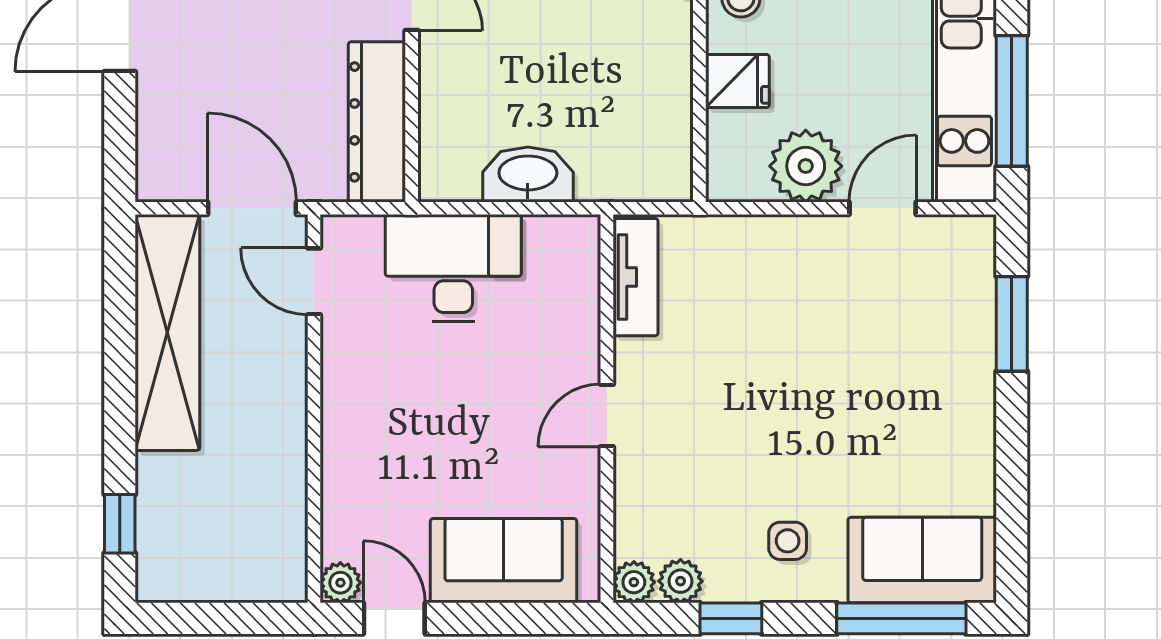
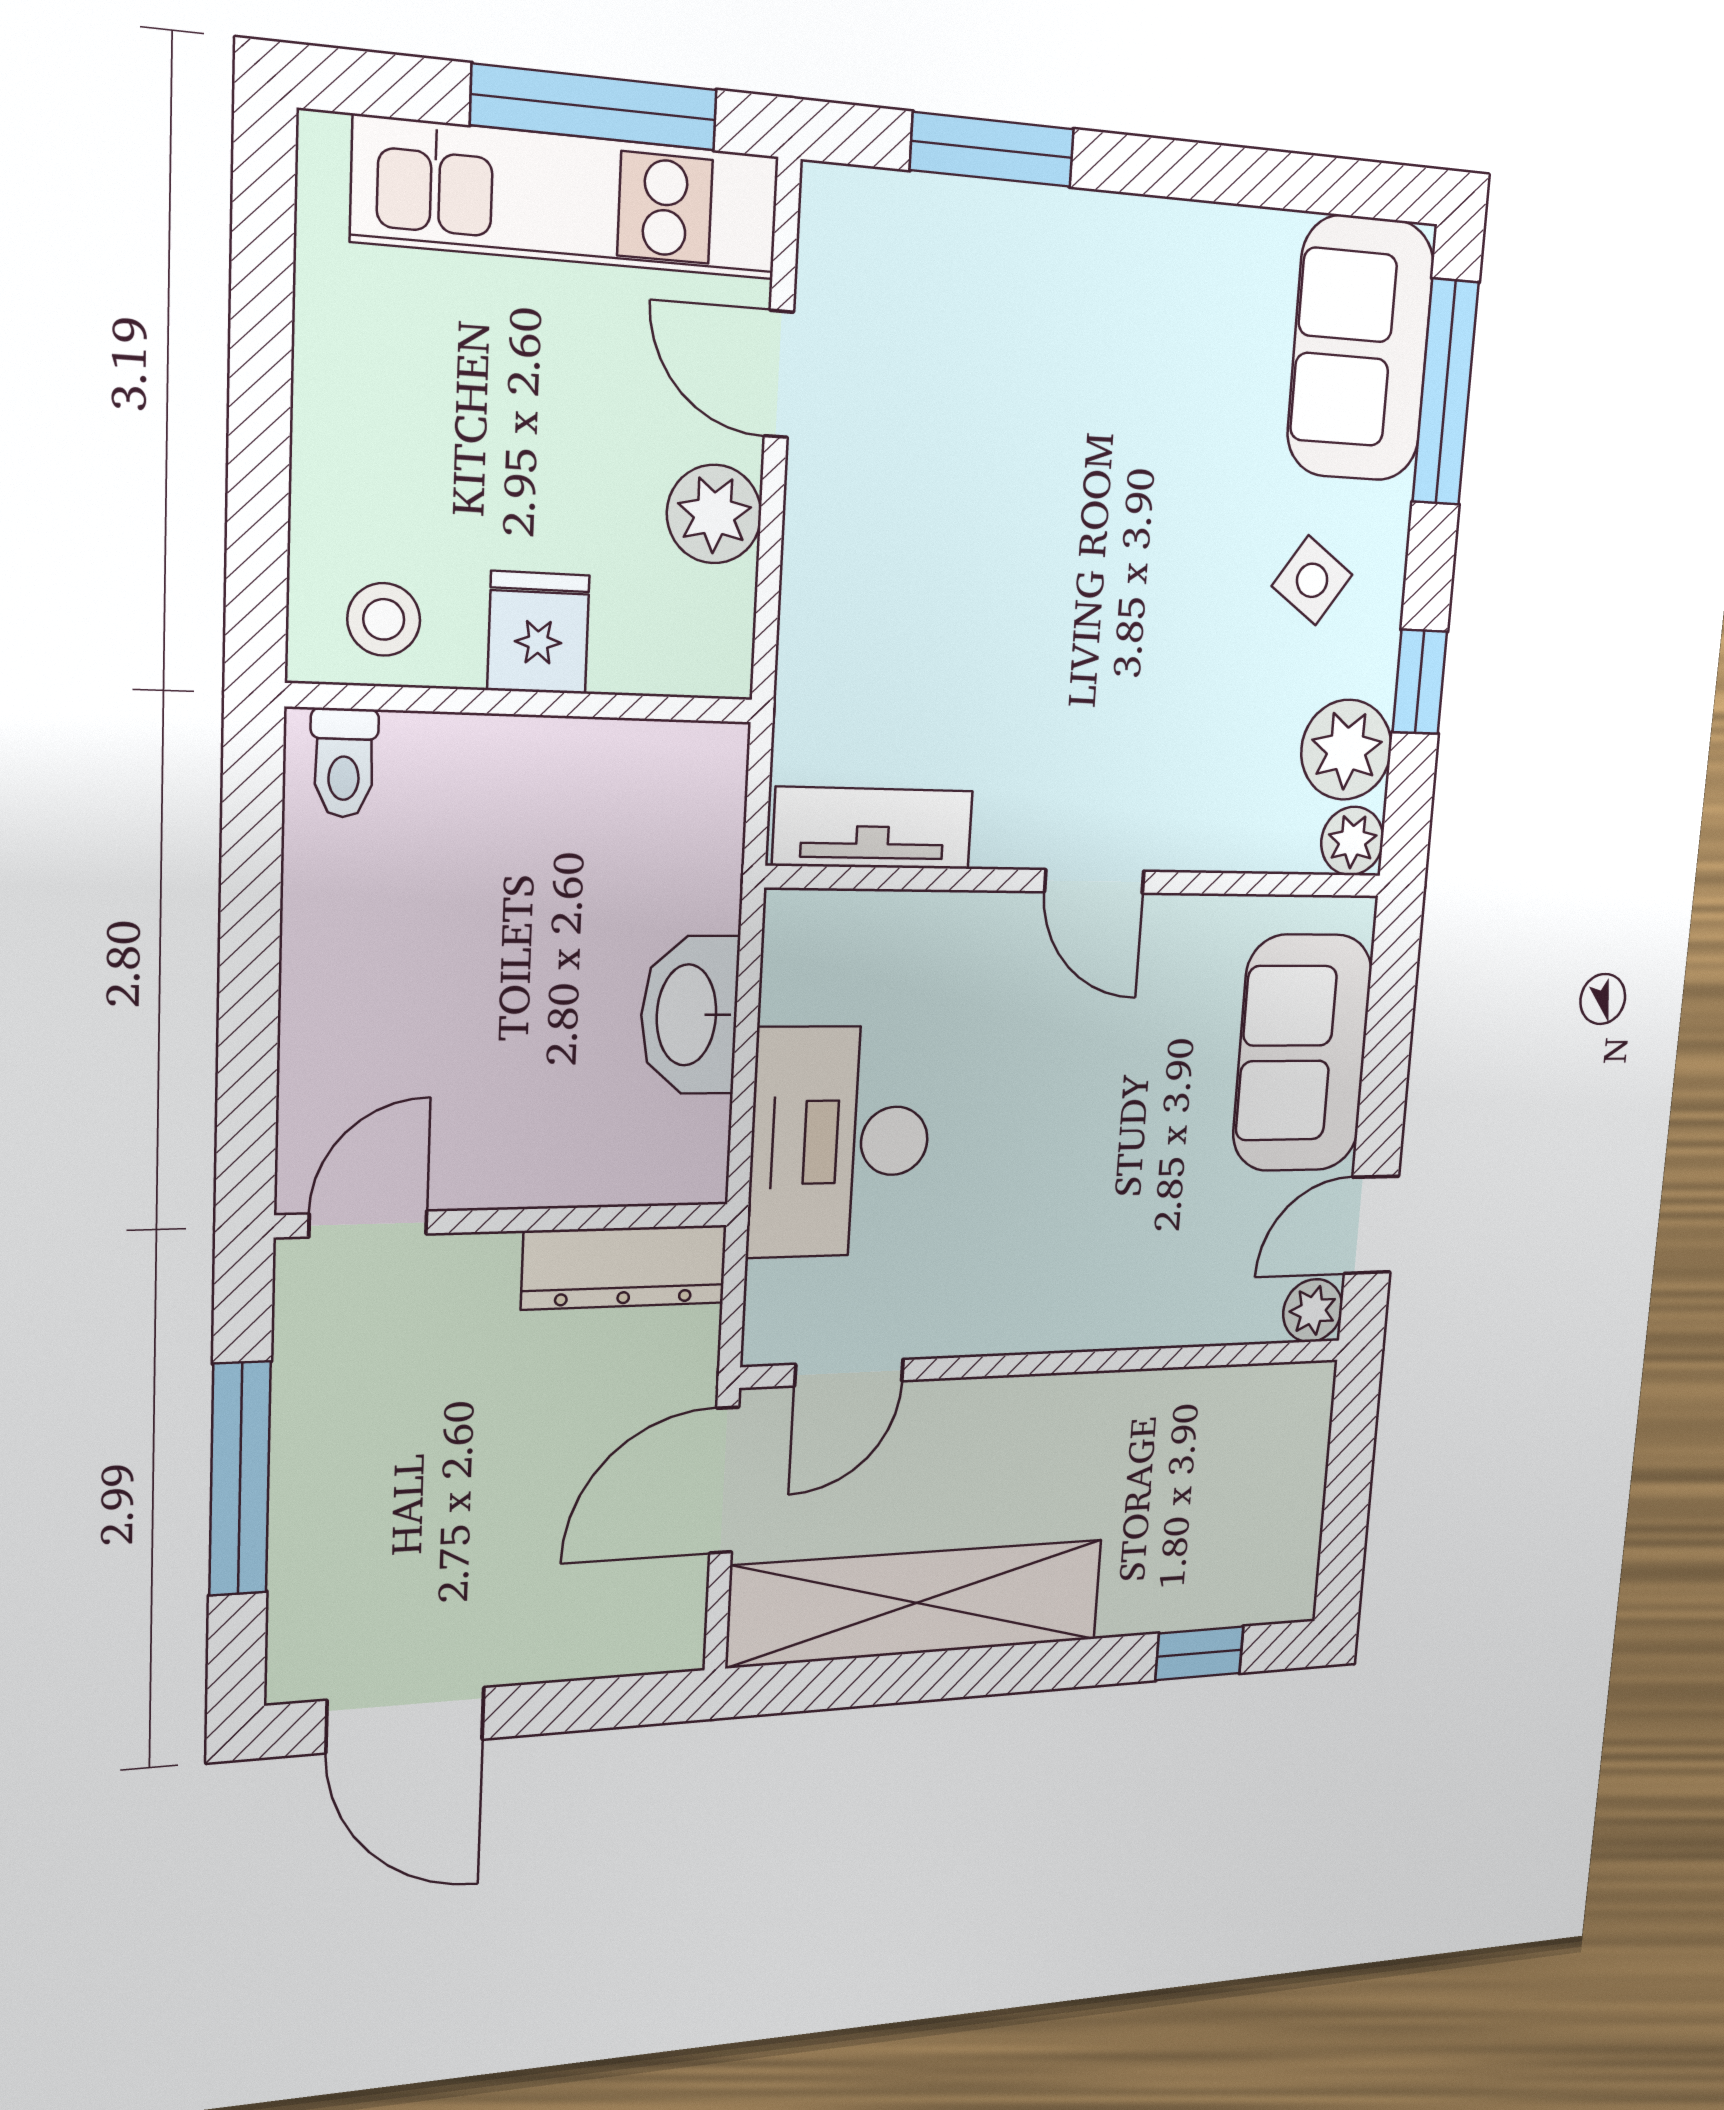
dresser: (377, 122) -> (625, 1267), width x0.73, depth x0.80
plant: (806, 166) -> (714, 514), width x0.73, depth x0.73
side table: (788, 541) -> (1312, 580), turned 35
plant: (681, 581) -> (1346, 750), width x1.38, depth x1.38

